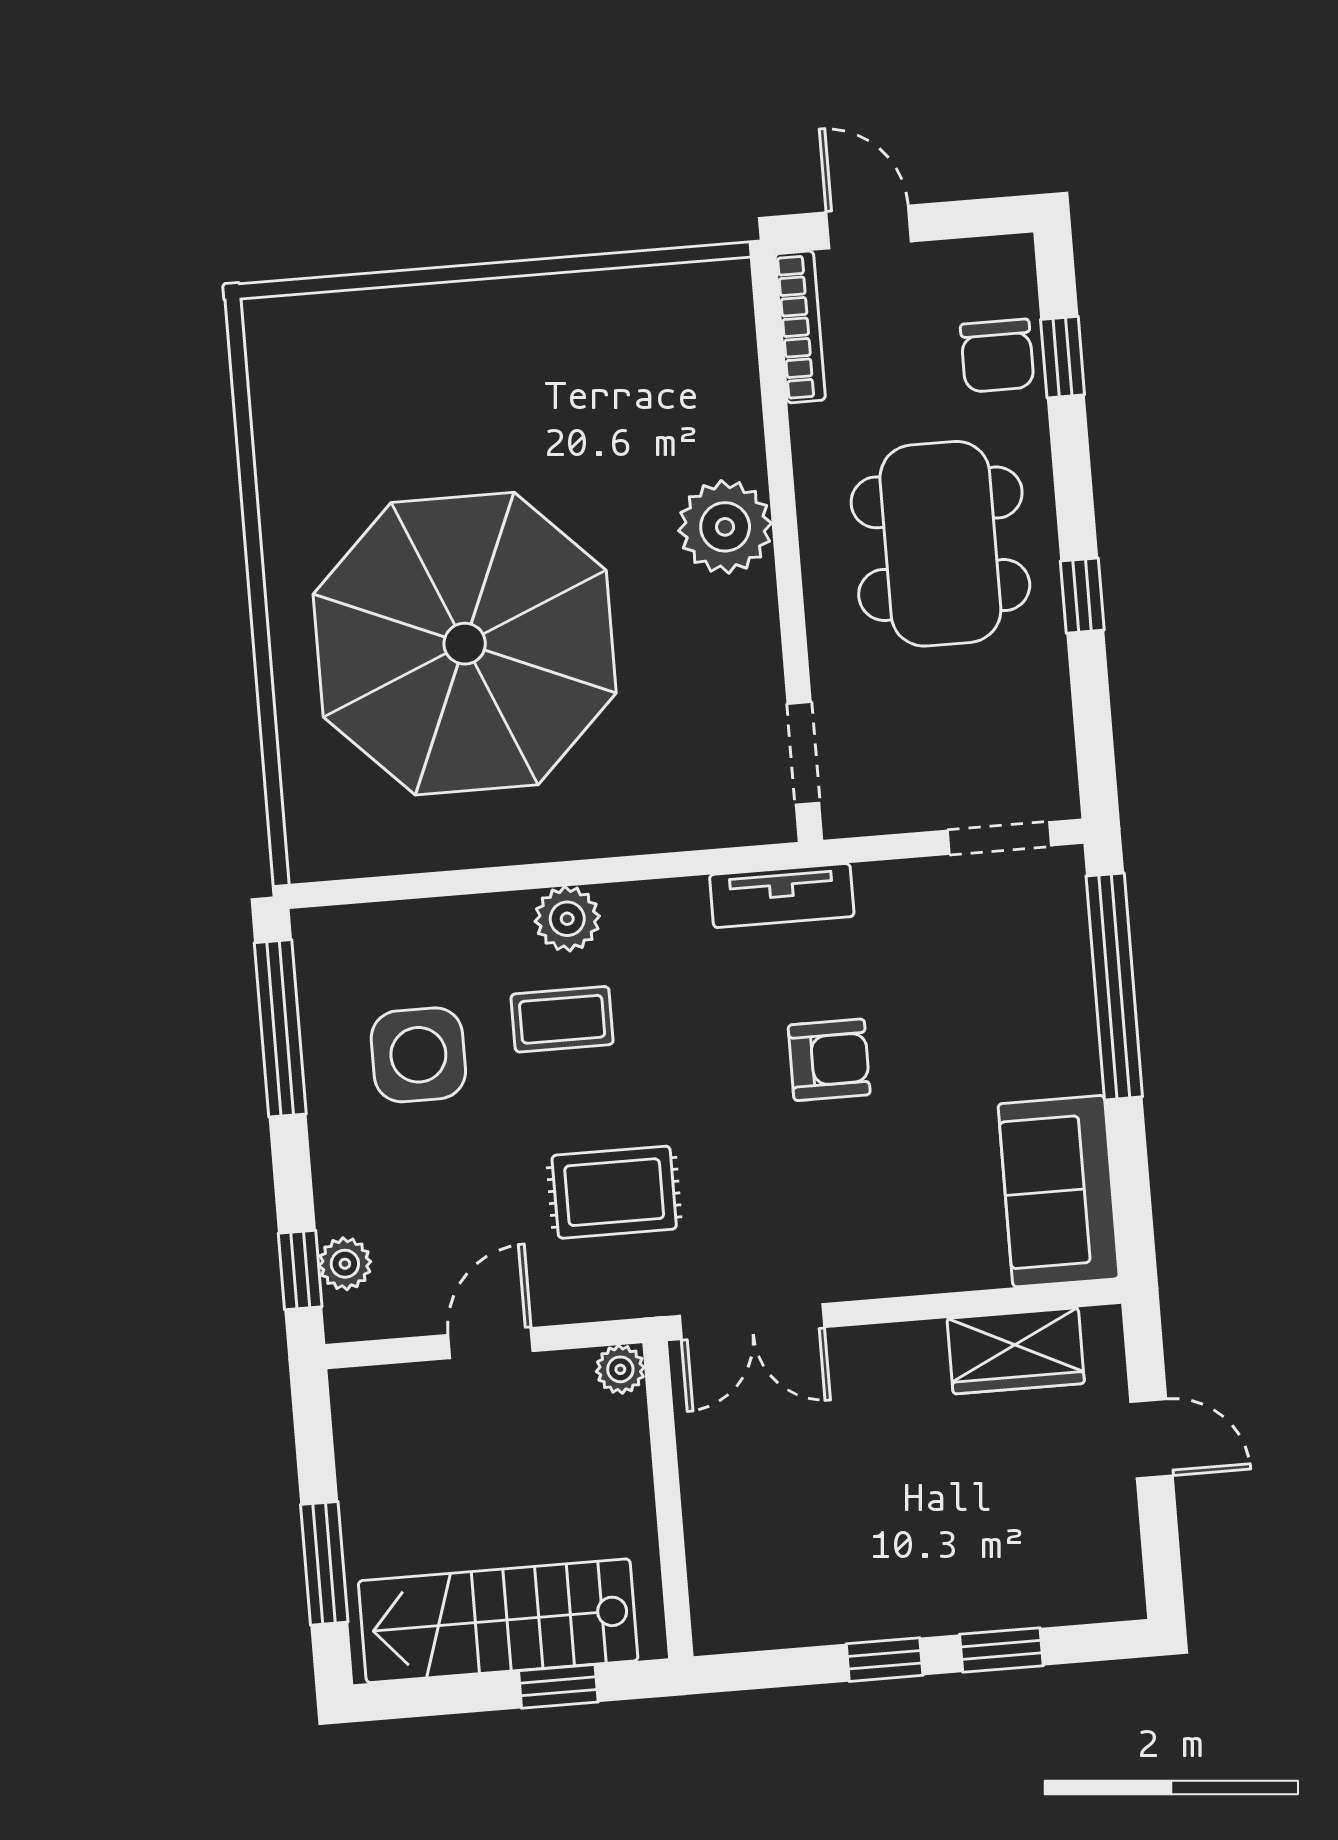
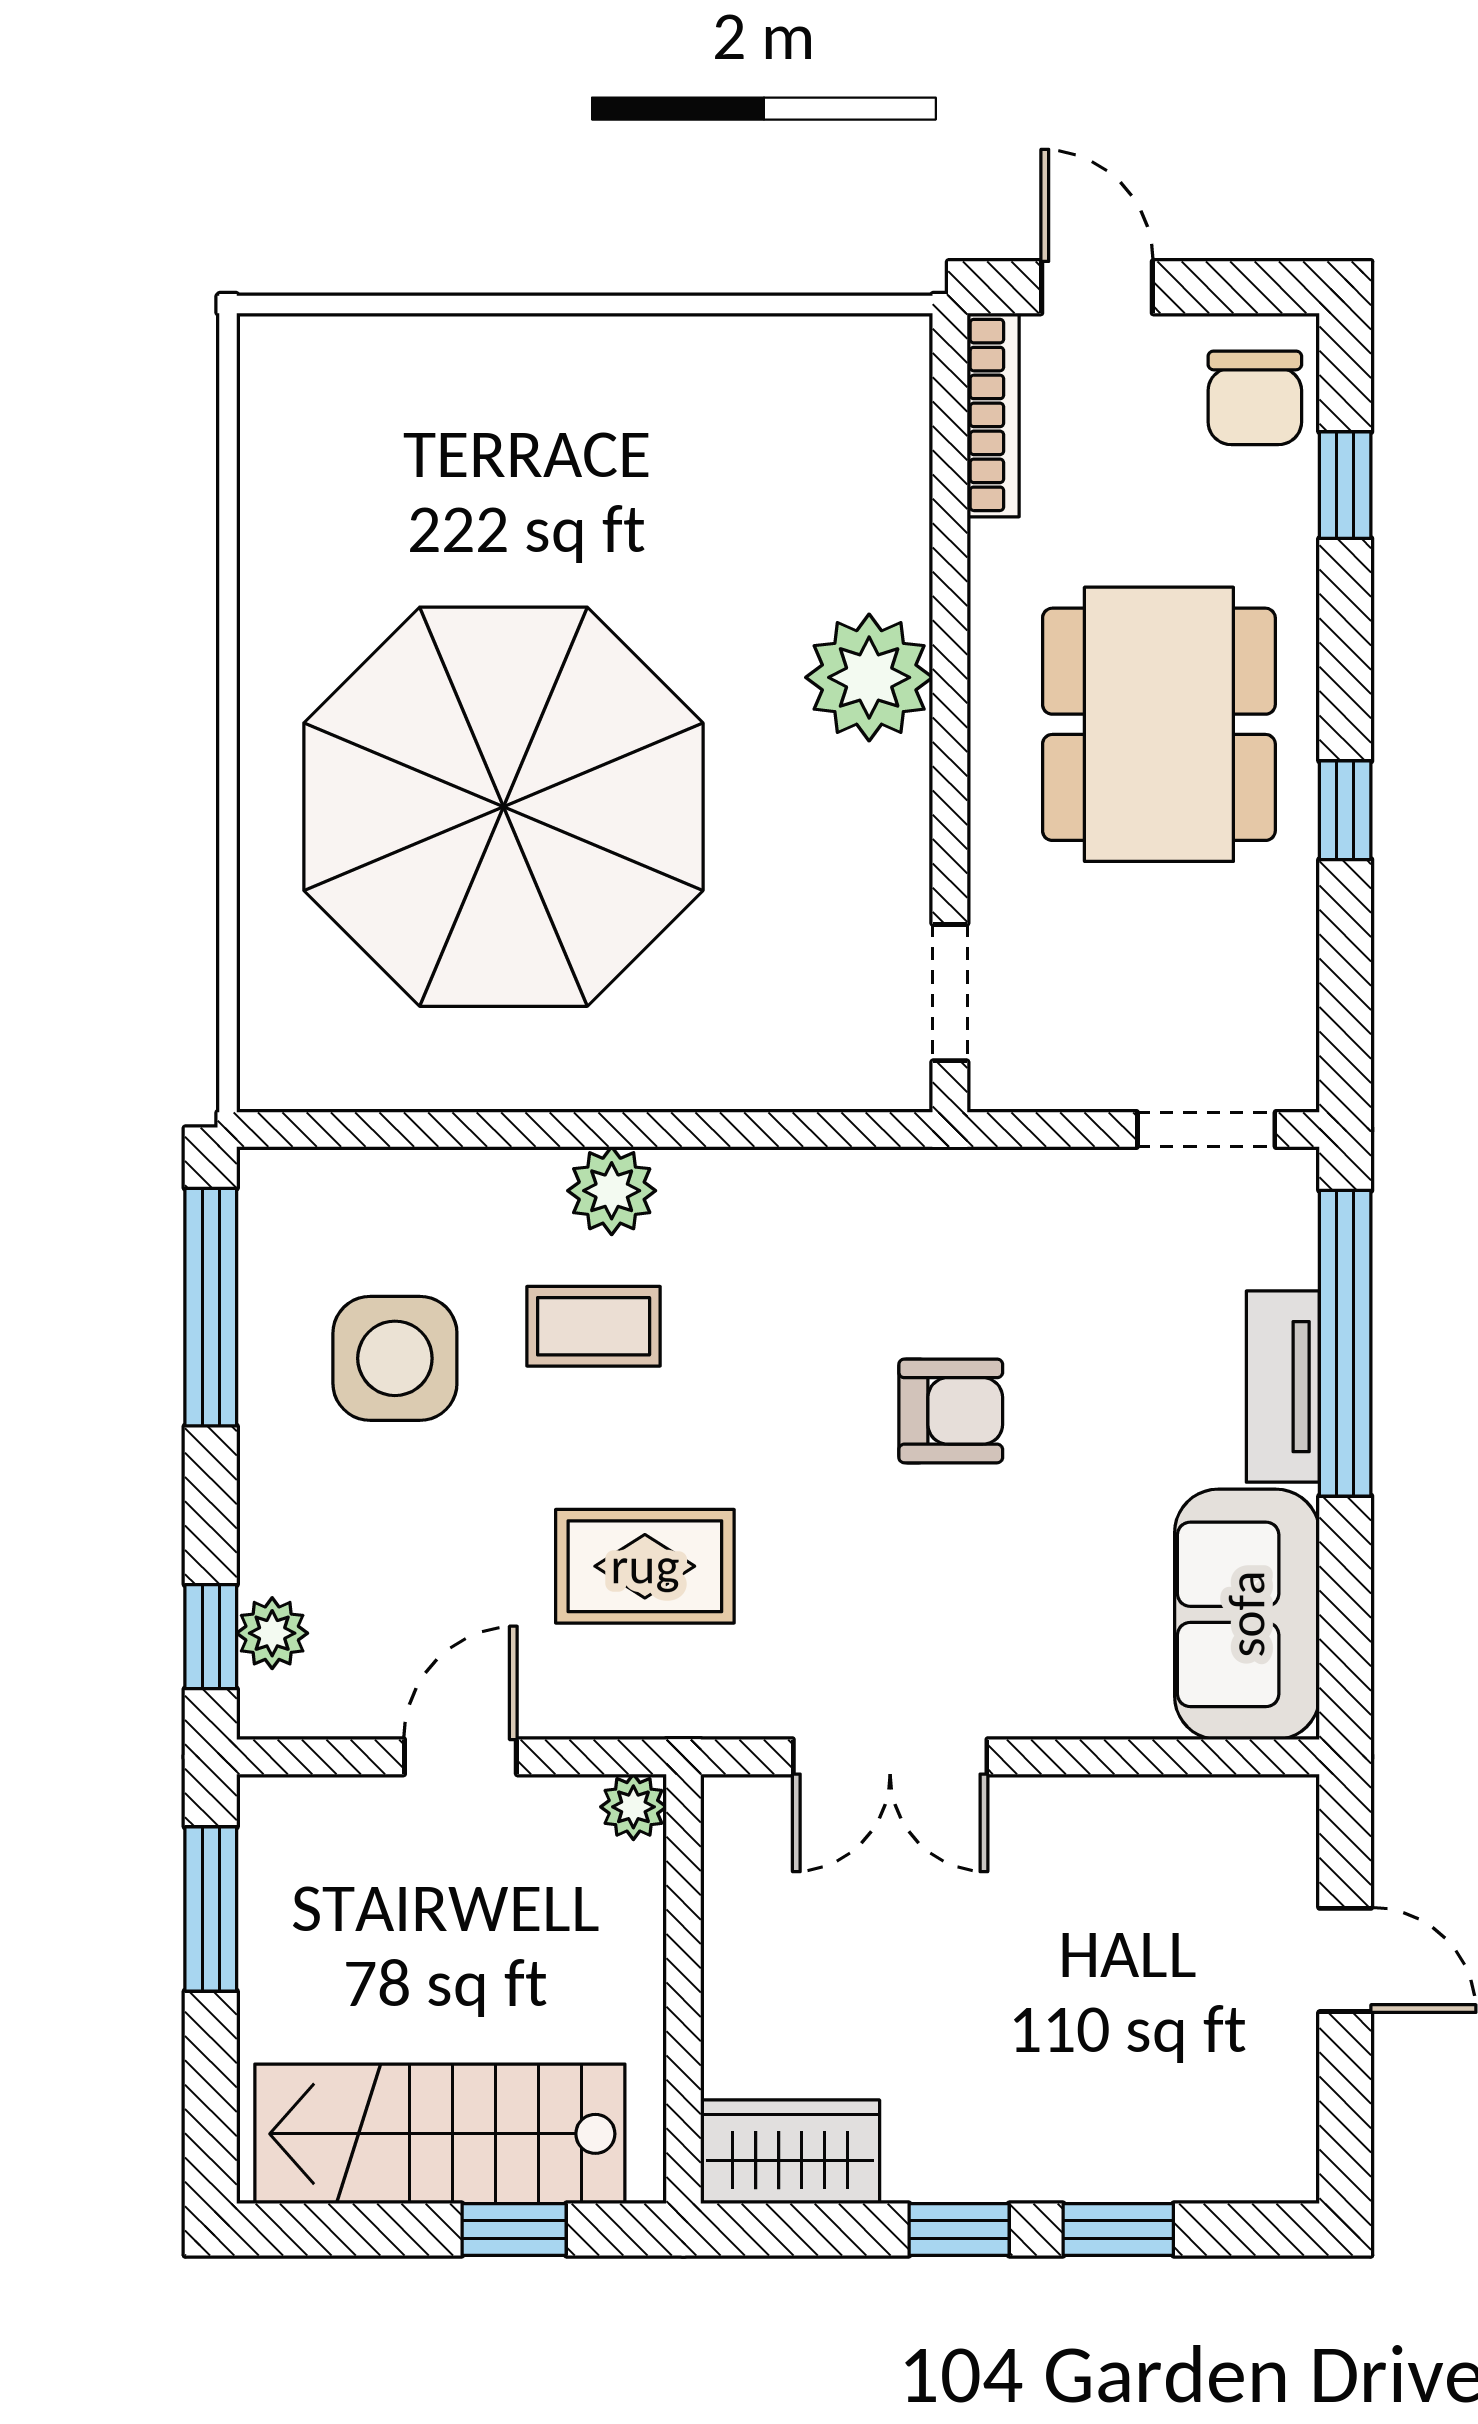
chair: (997, 356) -> (1255, 398), moved
tv unit: (782, 896) -> (1283, 1387), moved, turned 90
double door: (752, 1322) -> (890, 1757), moved
wardrobe: (1016, 1351) -> (790, 2152), moved, turned 180
window: (324, 1563) -> (211, 1909), moved

